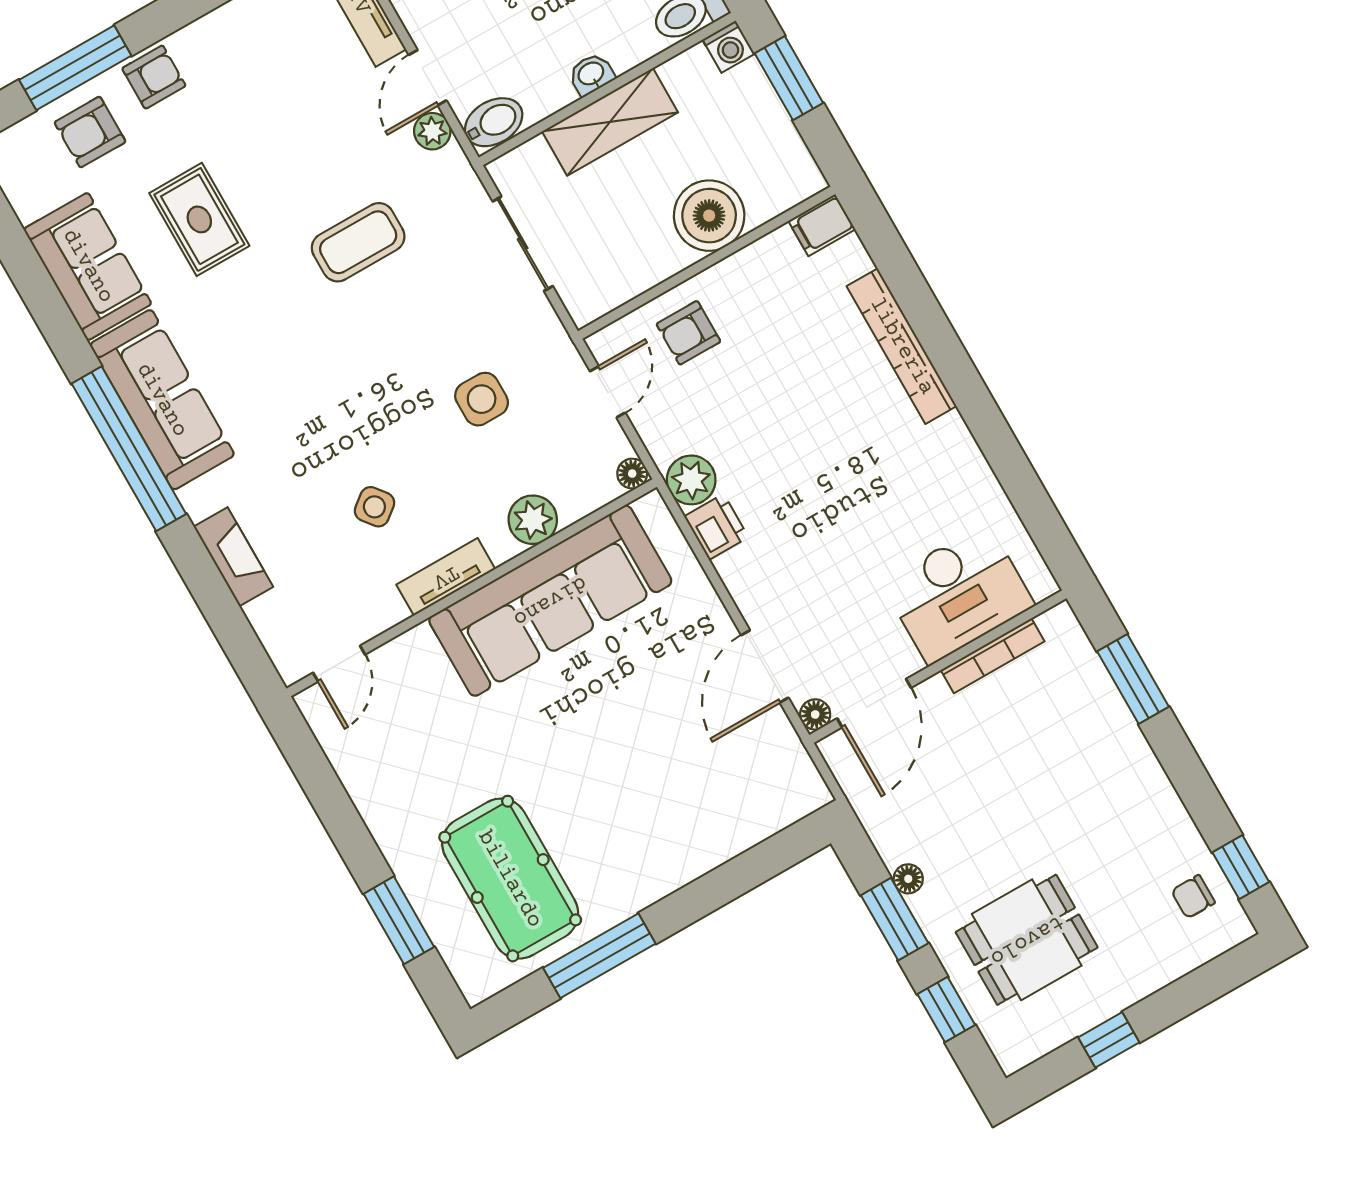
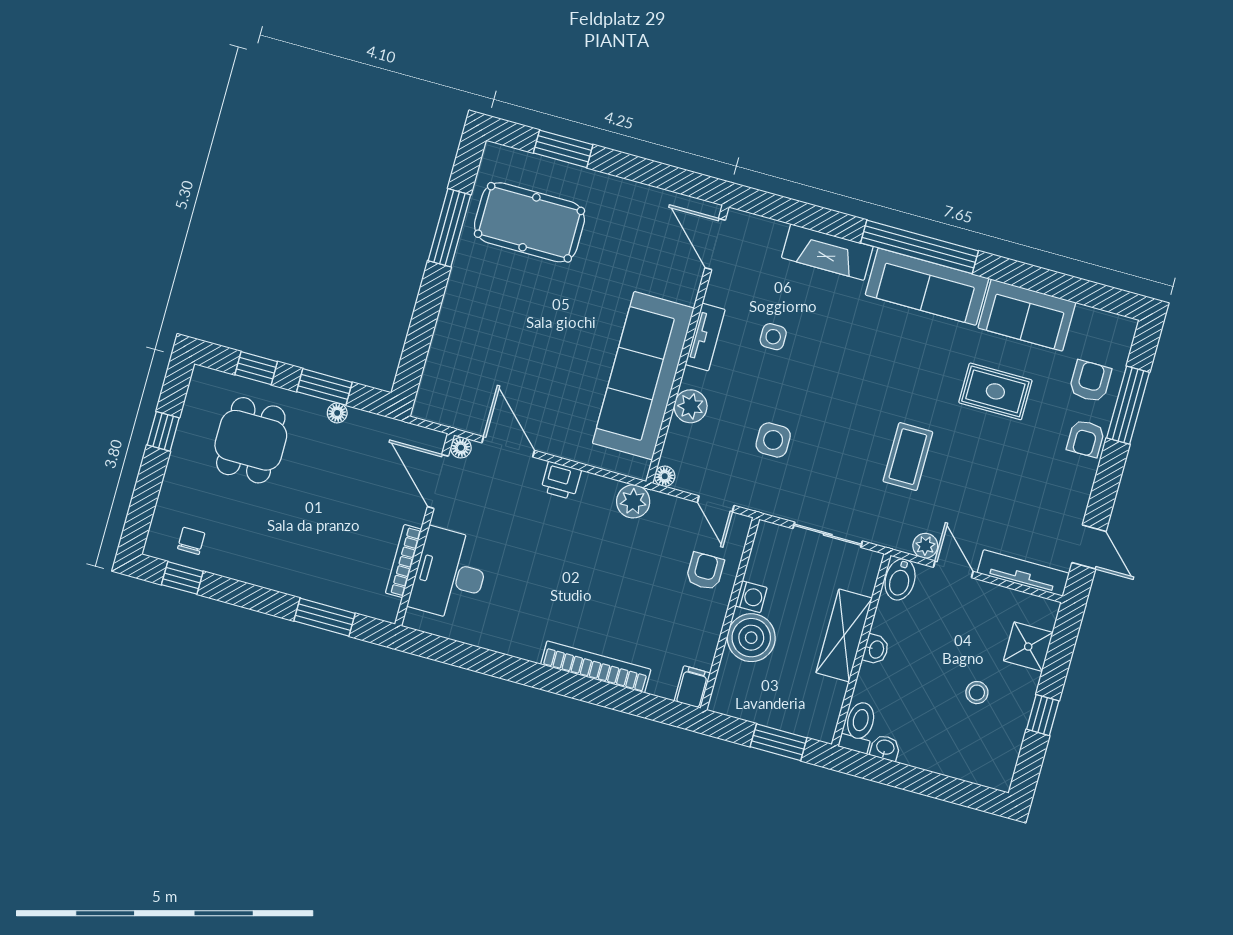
washing machine: (729, 47) -> (751, 597), moved, turned 180
side table: (374, 507) -> (773, 337), turned 38
printer: (716, 527) -> (561, 481), moved
fireplace: (233, 557) -> (827, 252), width x1.37, depth x1.32
door: (339, 664) -> (715, 244), width x1.38

